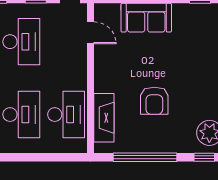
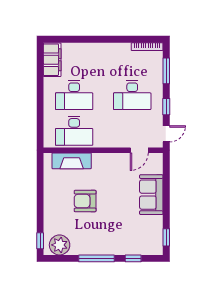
window: (145, 157) -> (40, 194), removed

